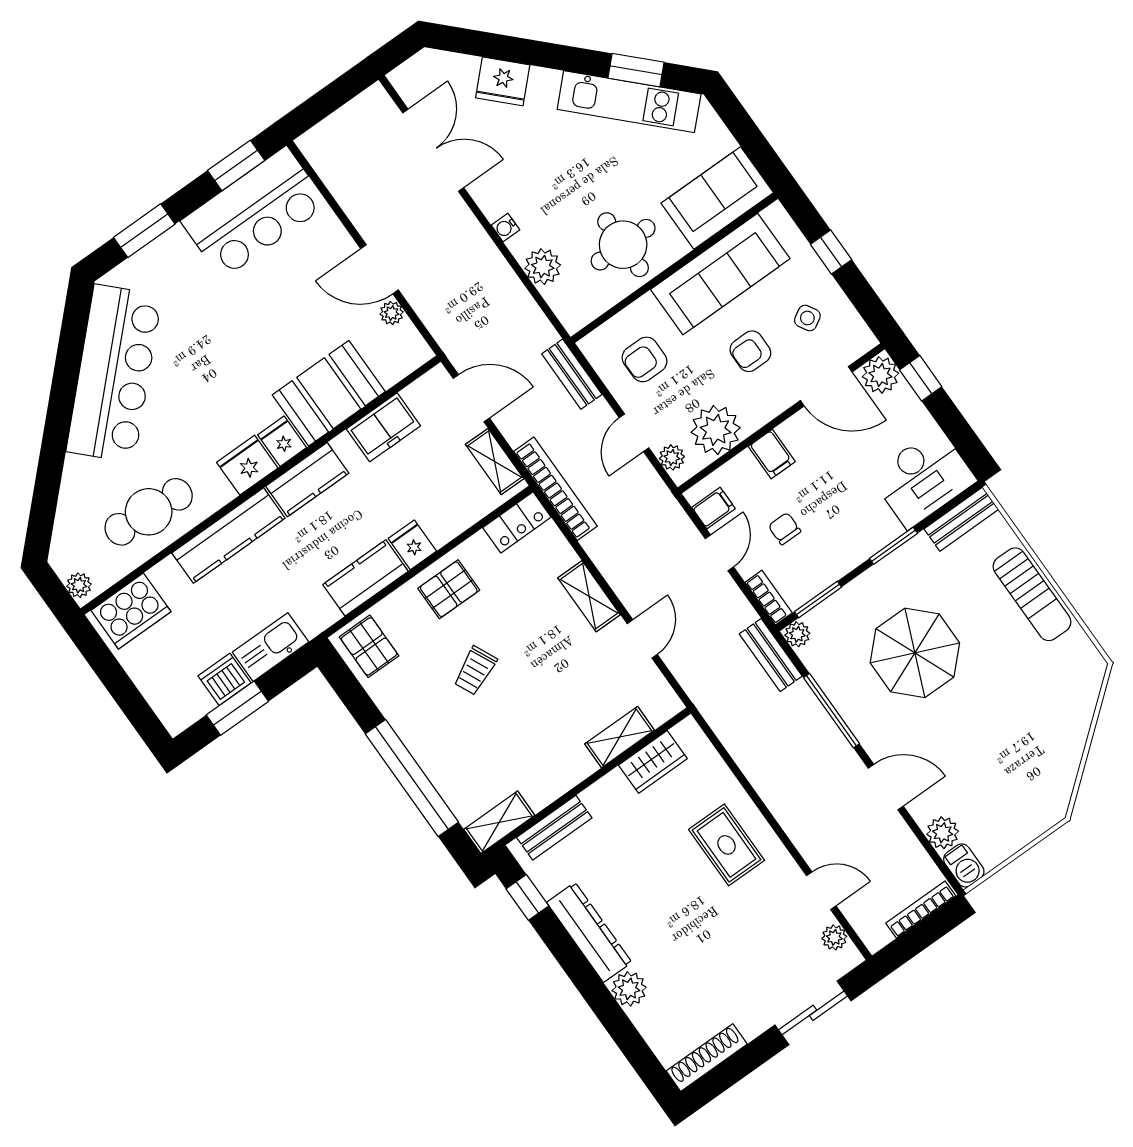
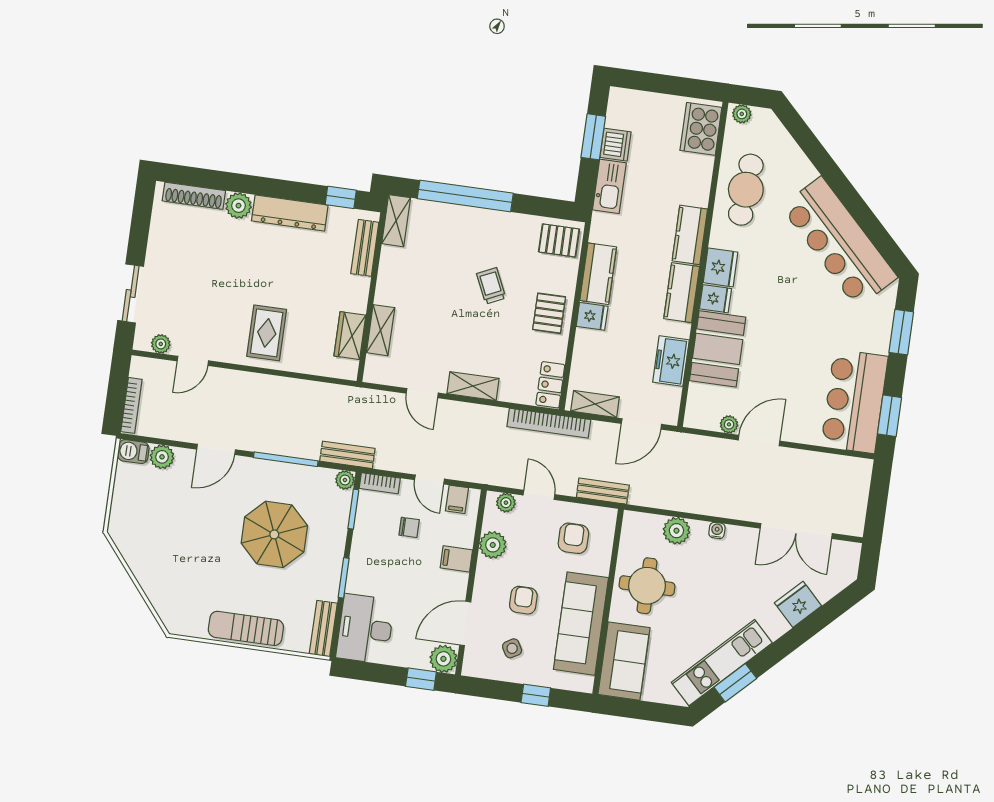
plant: (716, 430) -> (493, 545), width x0.73, depth x0.73
kitchen counter: (228, 535) -> (690, 235), width x0.67
rug: (727, 845) -> (267, 333), turned 90
shoe rack: (707, 1058) -> (194, 196), moved, turned 90

